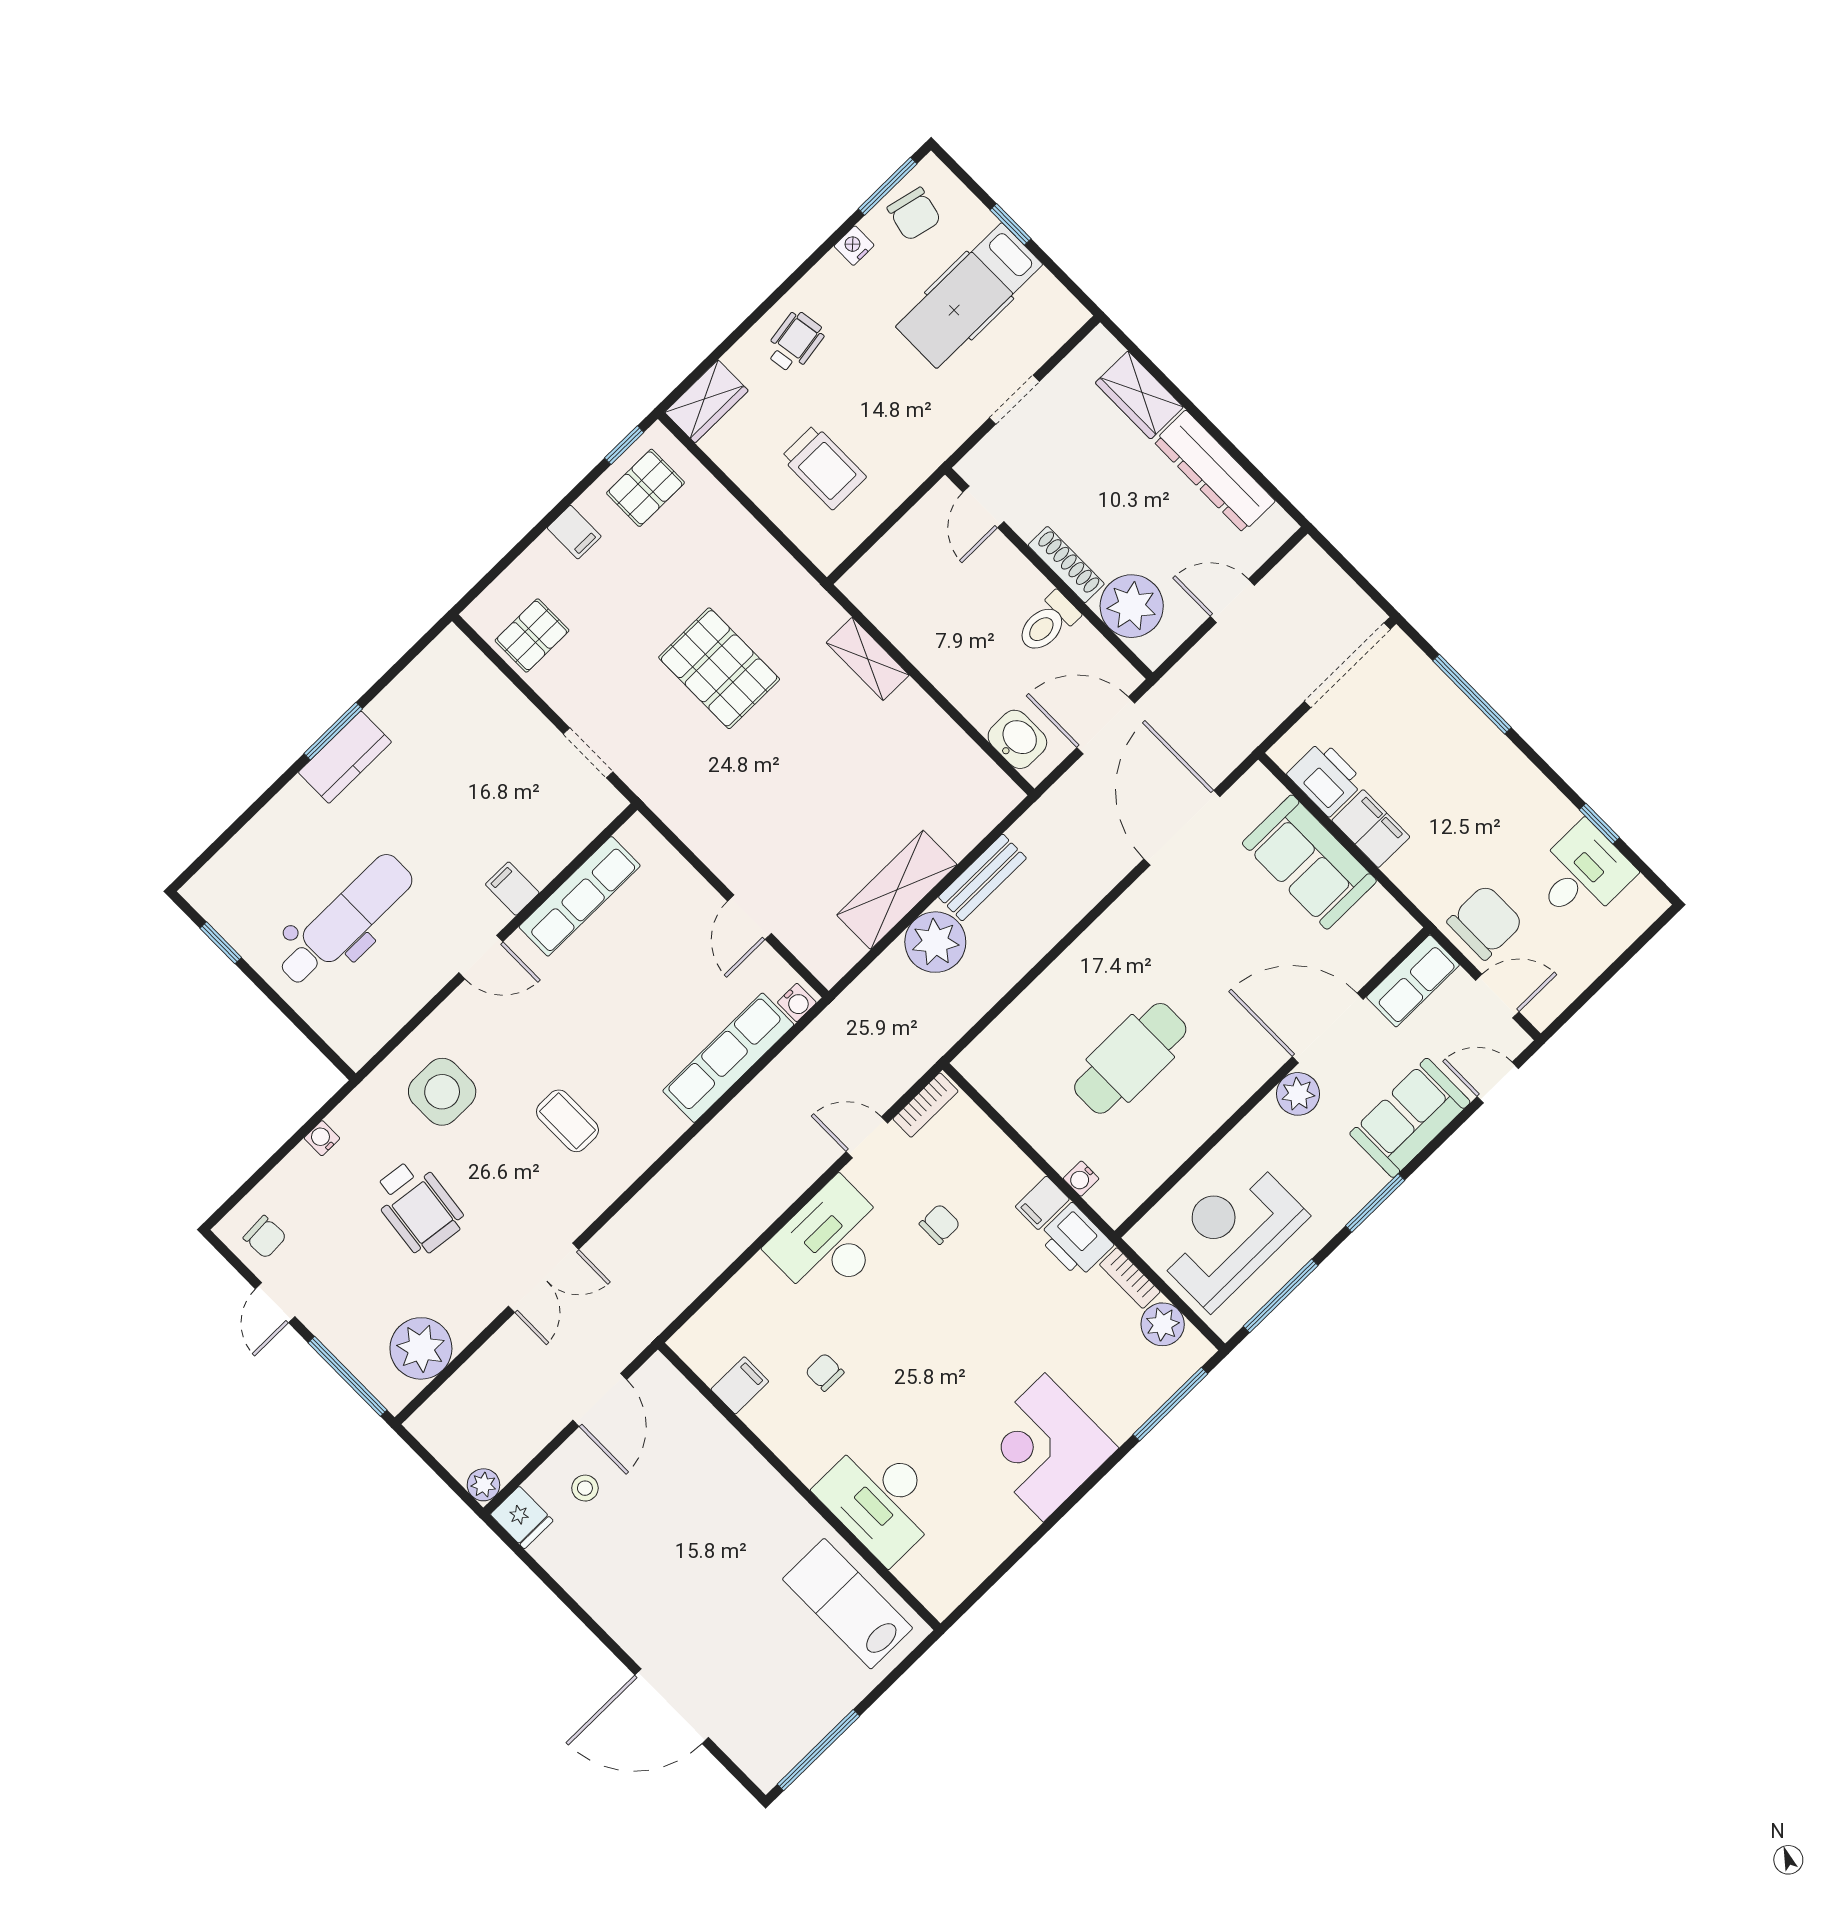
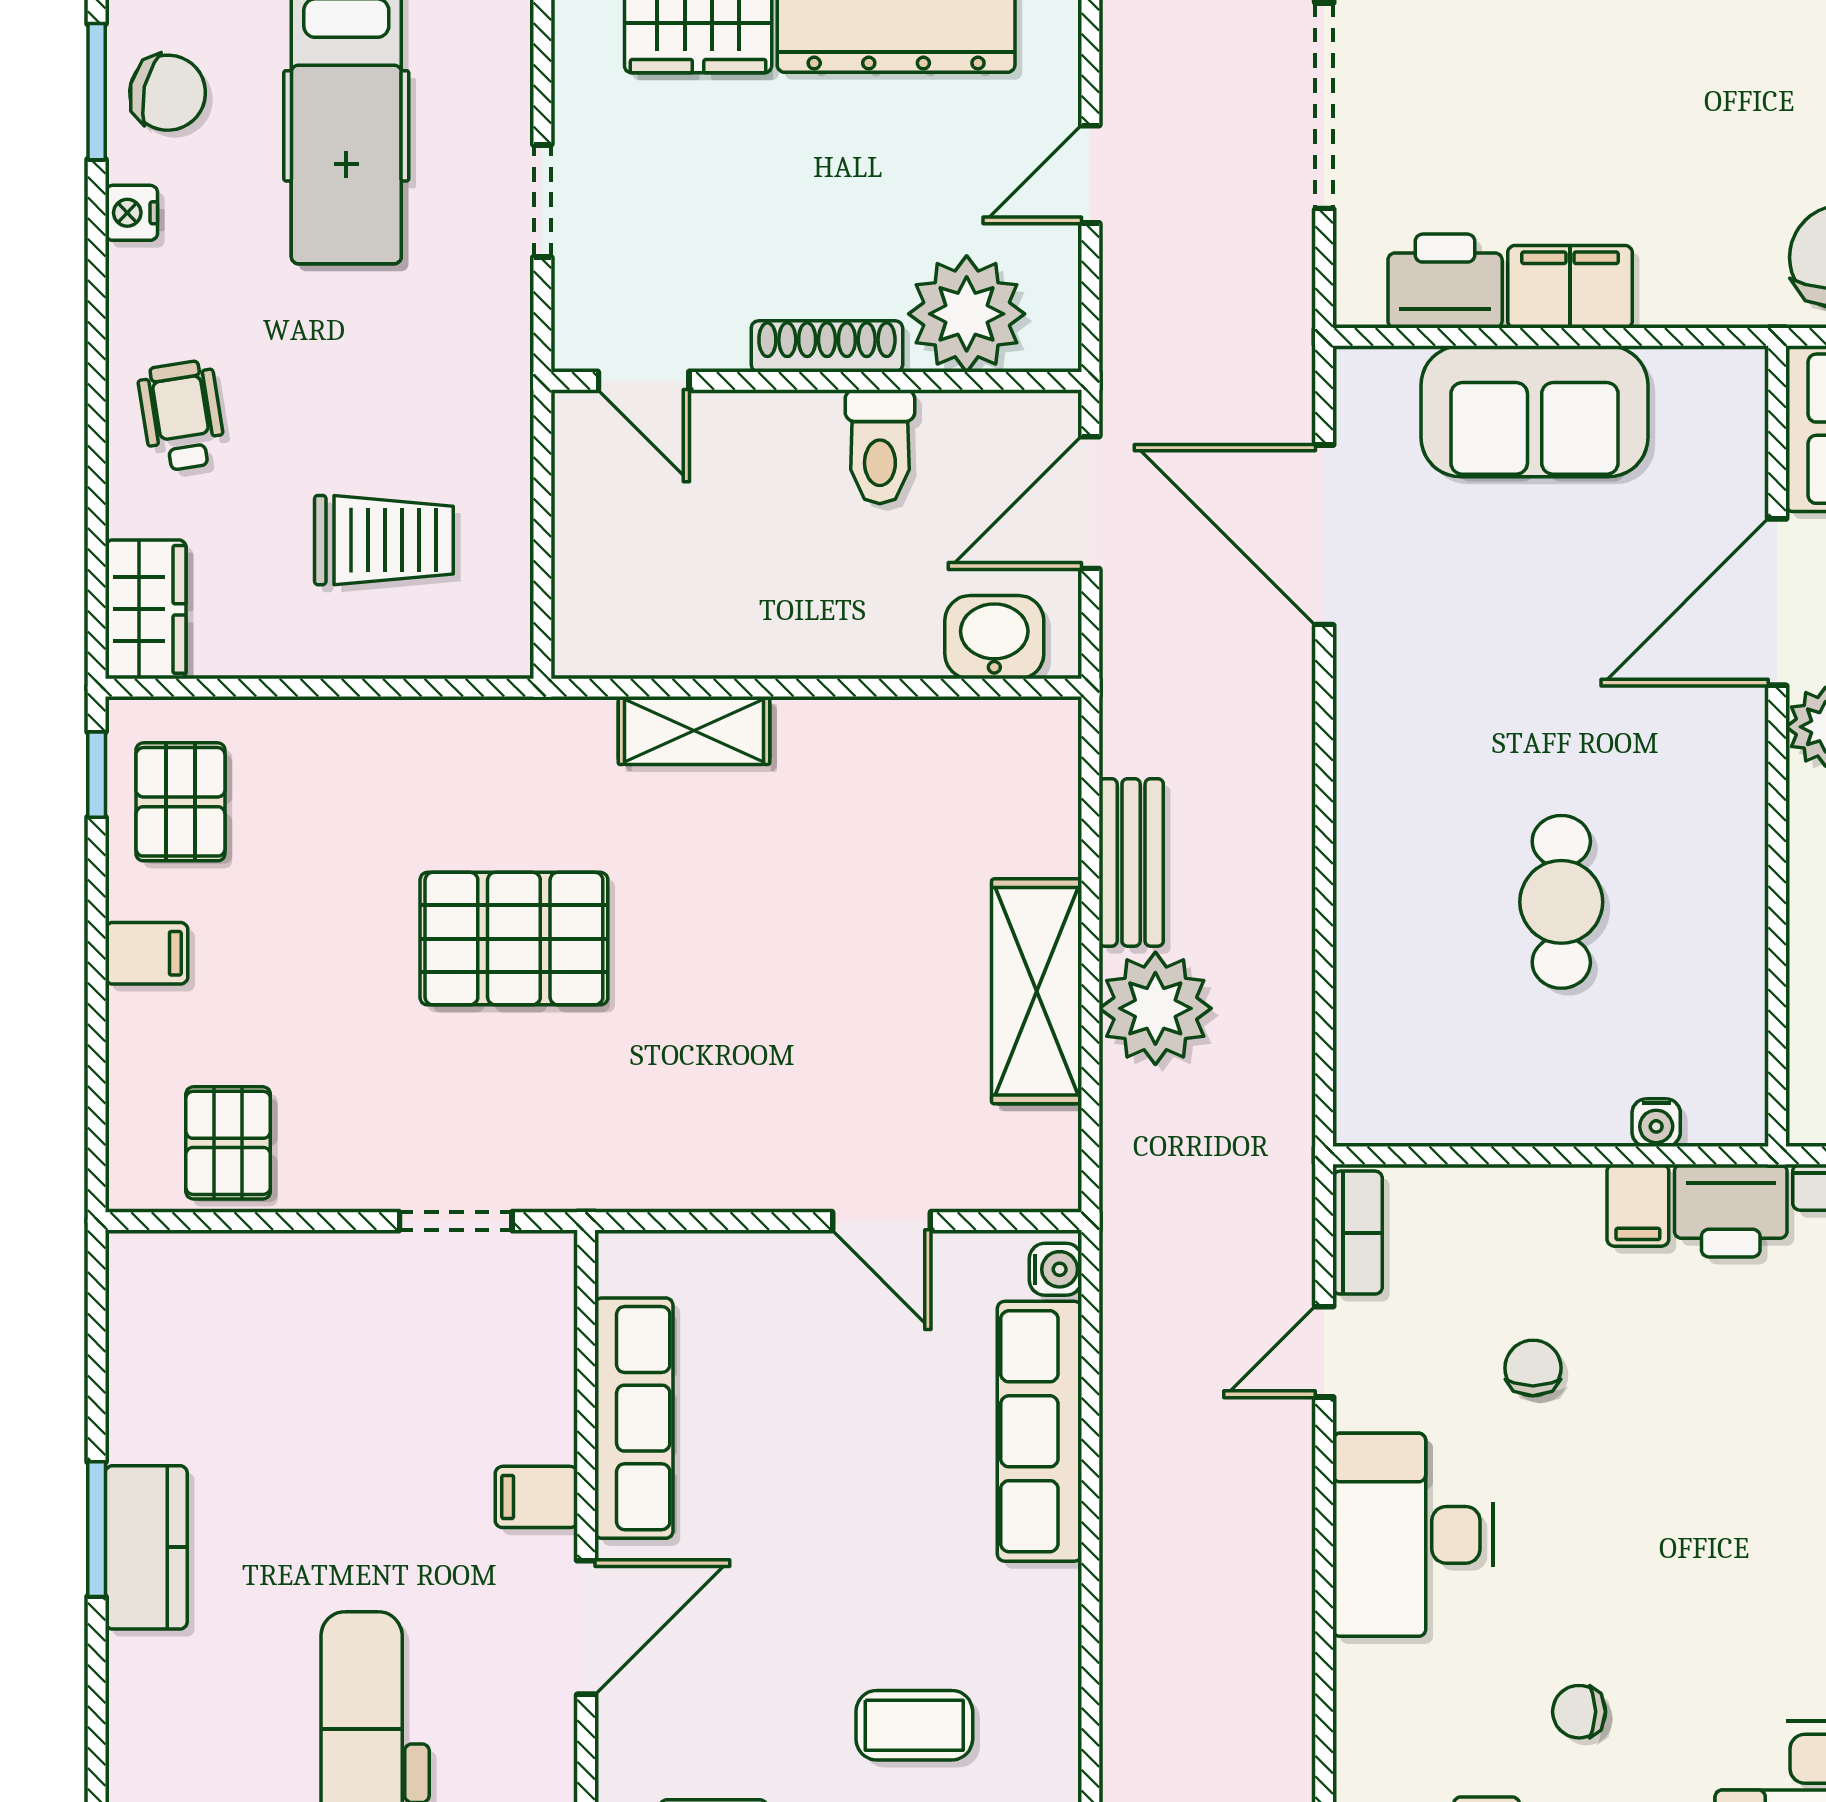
door: (481, 957) -> (586, 1627), width x1.38
cafe table: (1130, 1058) -> (1561, 902), width x0.73, depth x0.74

